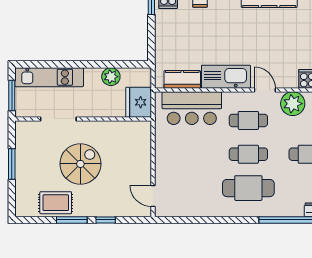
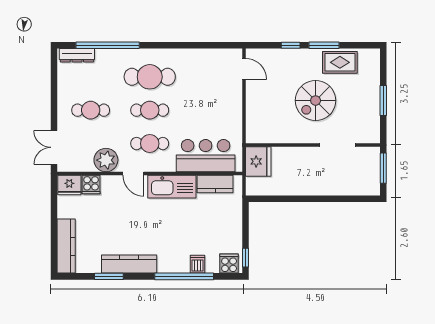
kitchen unit: (49, 77) -> (346, 186), removed
plant: (111, 77) -> (285, 187), removed

